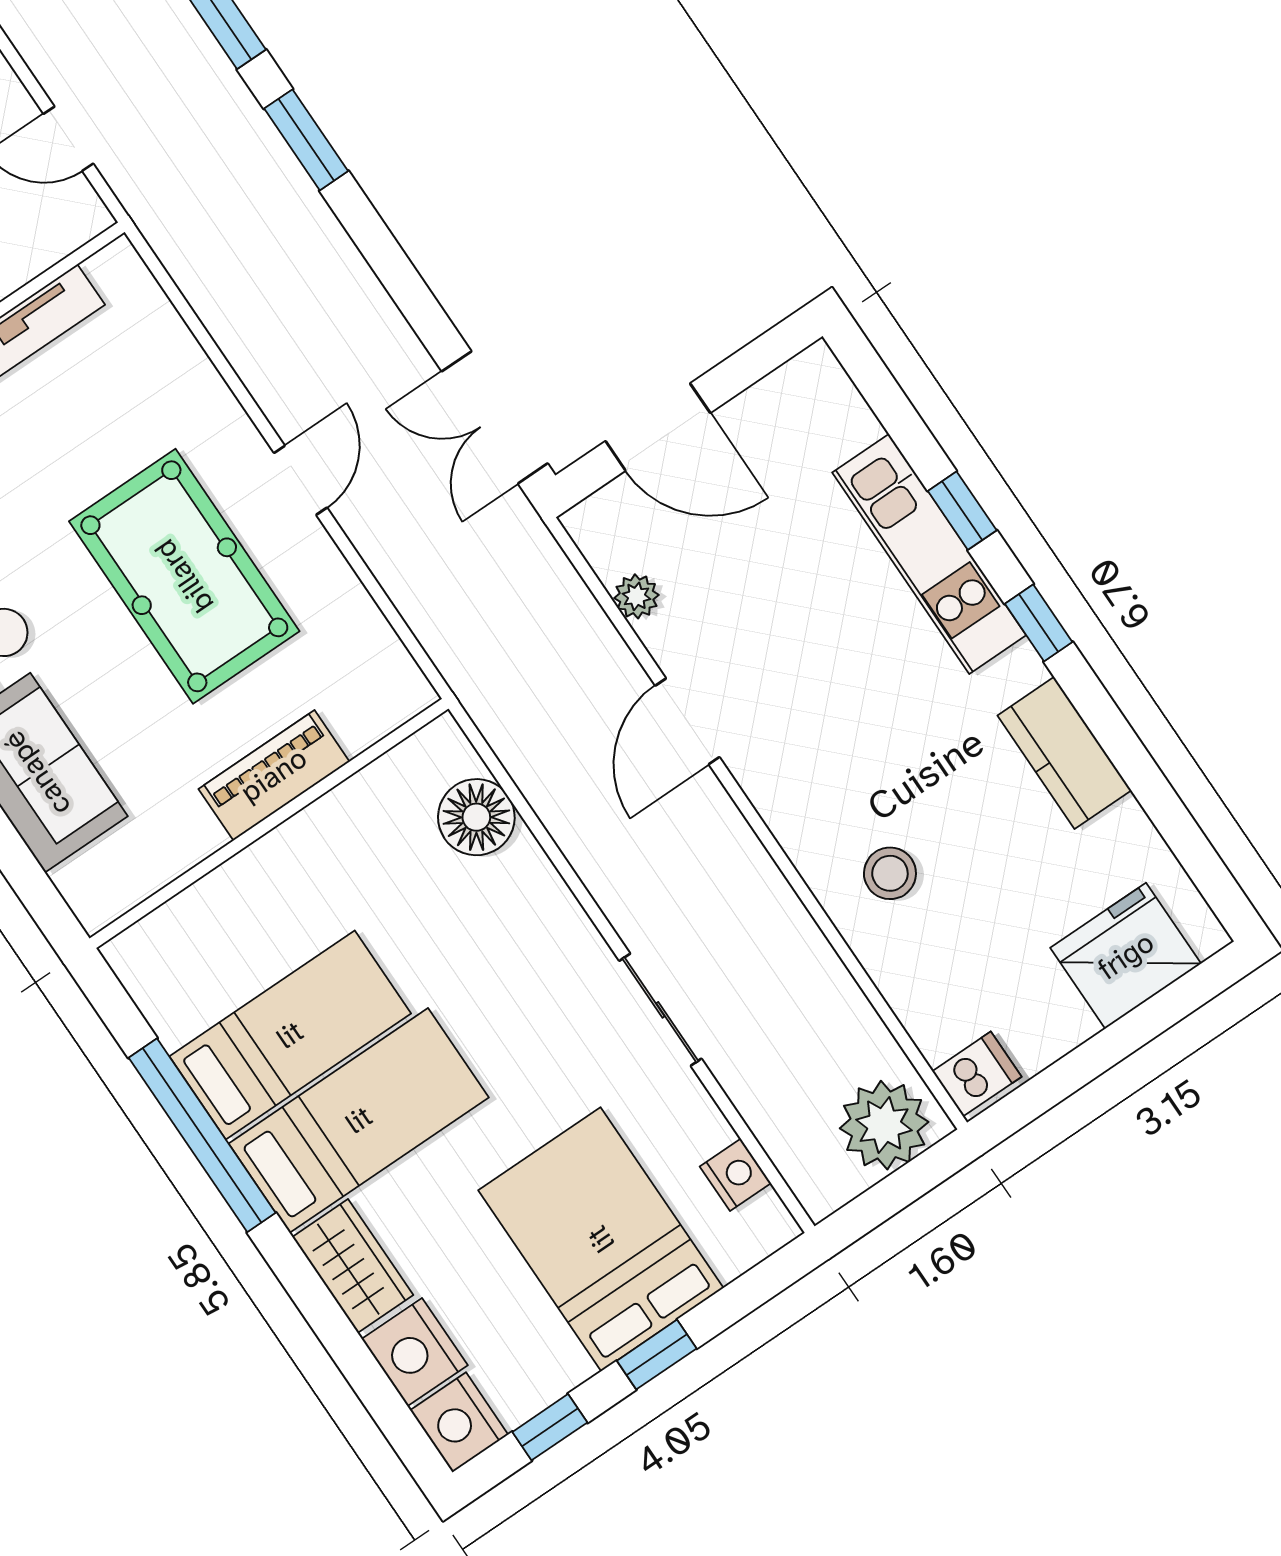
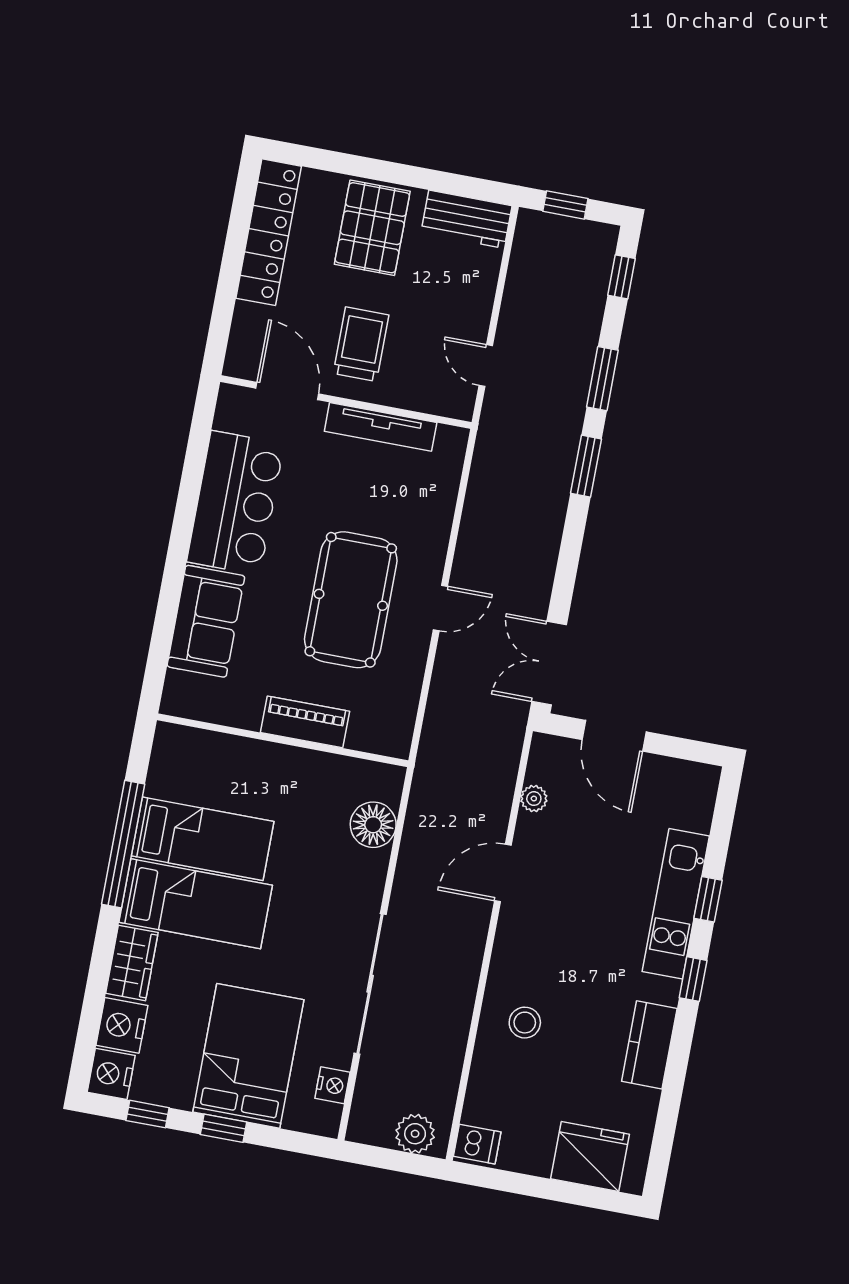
sliding door: (660, 1010) -> (370, 984), width x1.86
plant: (884, 1125) -> (415, 1134), width x0.73, depth x0.73

